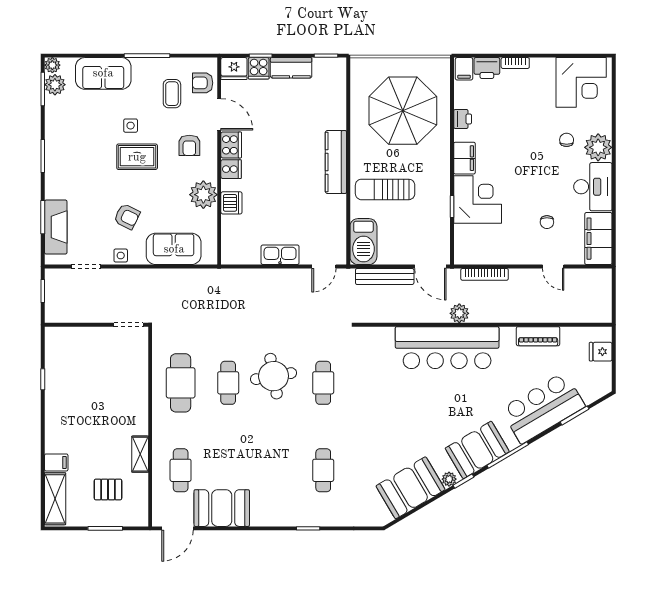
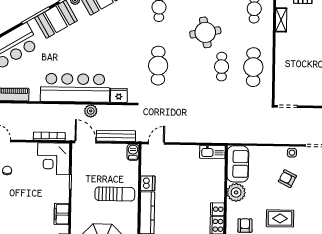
corner desk: (478, 199) -> (54, 159), moved
dishwasher: (231, 203) -> (148, 183), moved, turned 180
barbecue: (363, 242) -> (133, 152), width x0.53, depth x0.65
sofa: (174, 249) -> (238, 164), moved, turned -90
kitchen sink: (280, 255) -> (212, 152), moved
plant: (459, 313) -> (91, 111), moved
fridge: (381, 337) -> (119, 95), added
round table: (274, 376) -> (205, 32), moved
cafe table: (323, 383) -> (158, 66), width x1.37, depth x1.35

